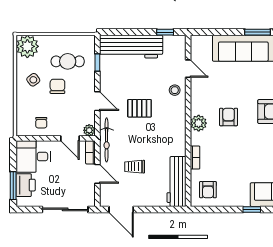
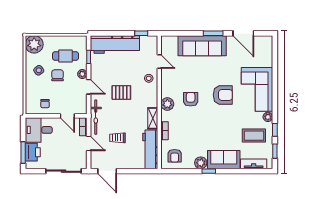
plant: (89, 130) -> (82, 74), moved
shelving: (180, 142) -> (153, 118), added
plant: (242, 199) -> (201, 163), added

